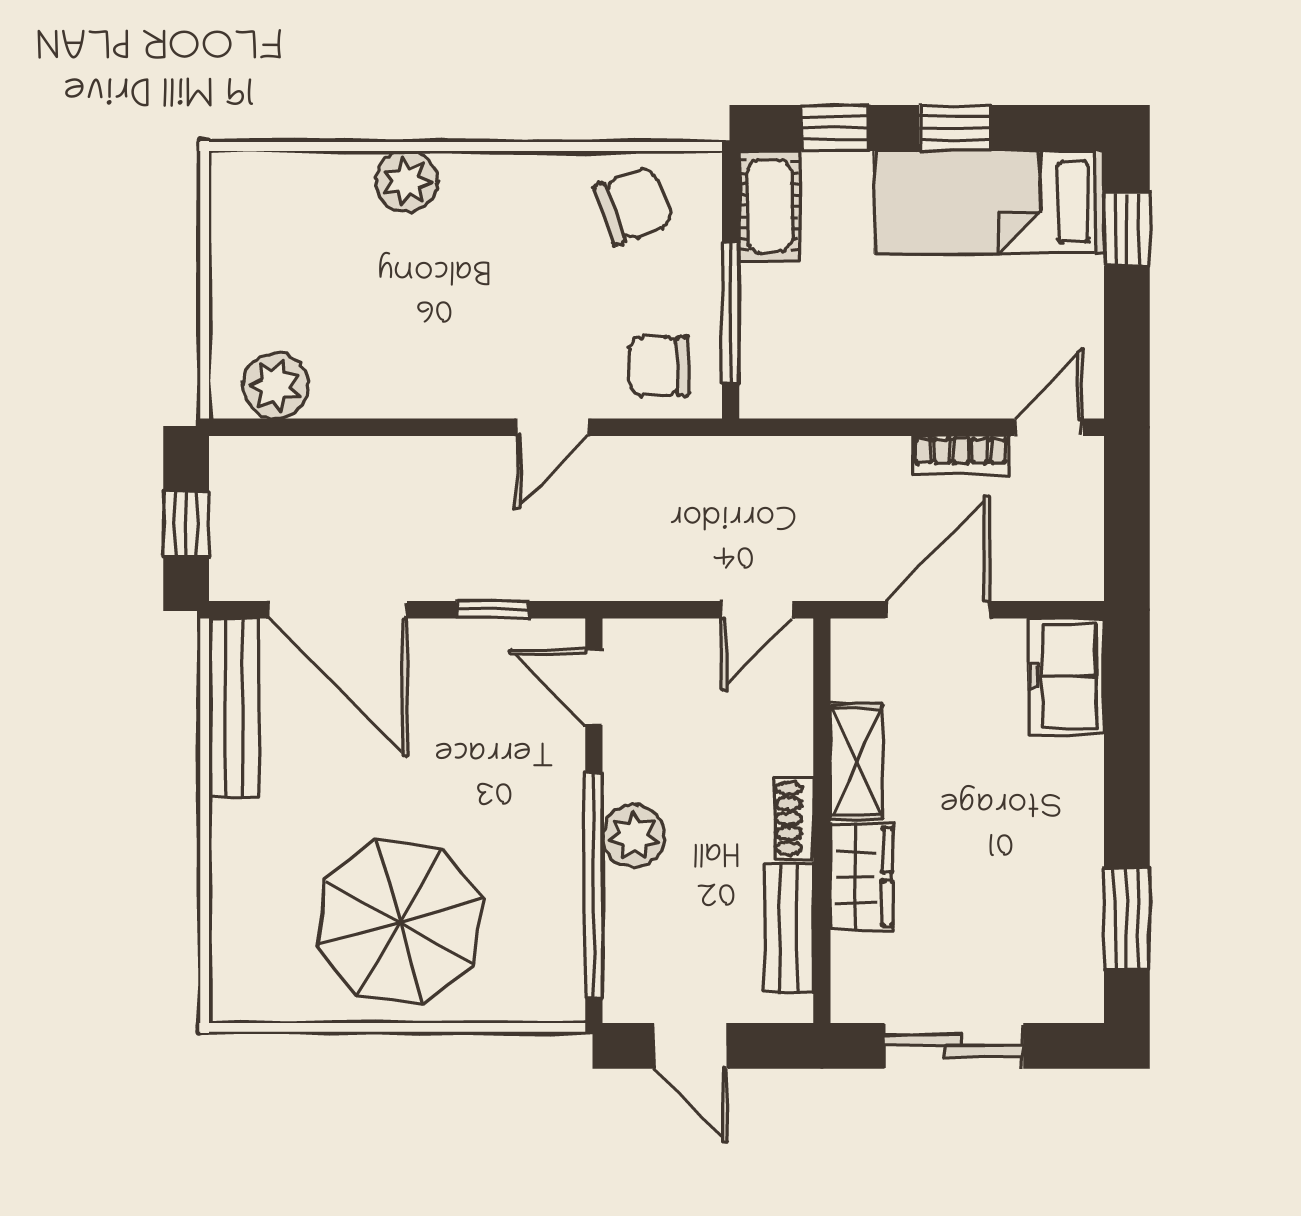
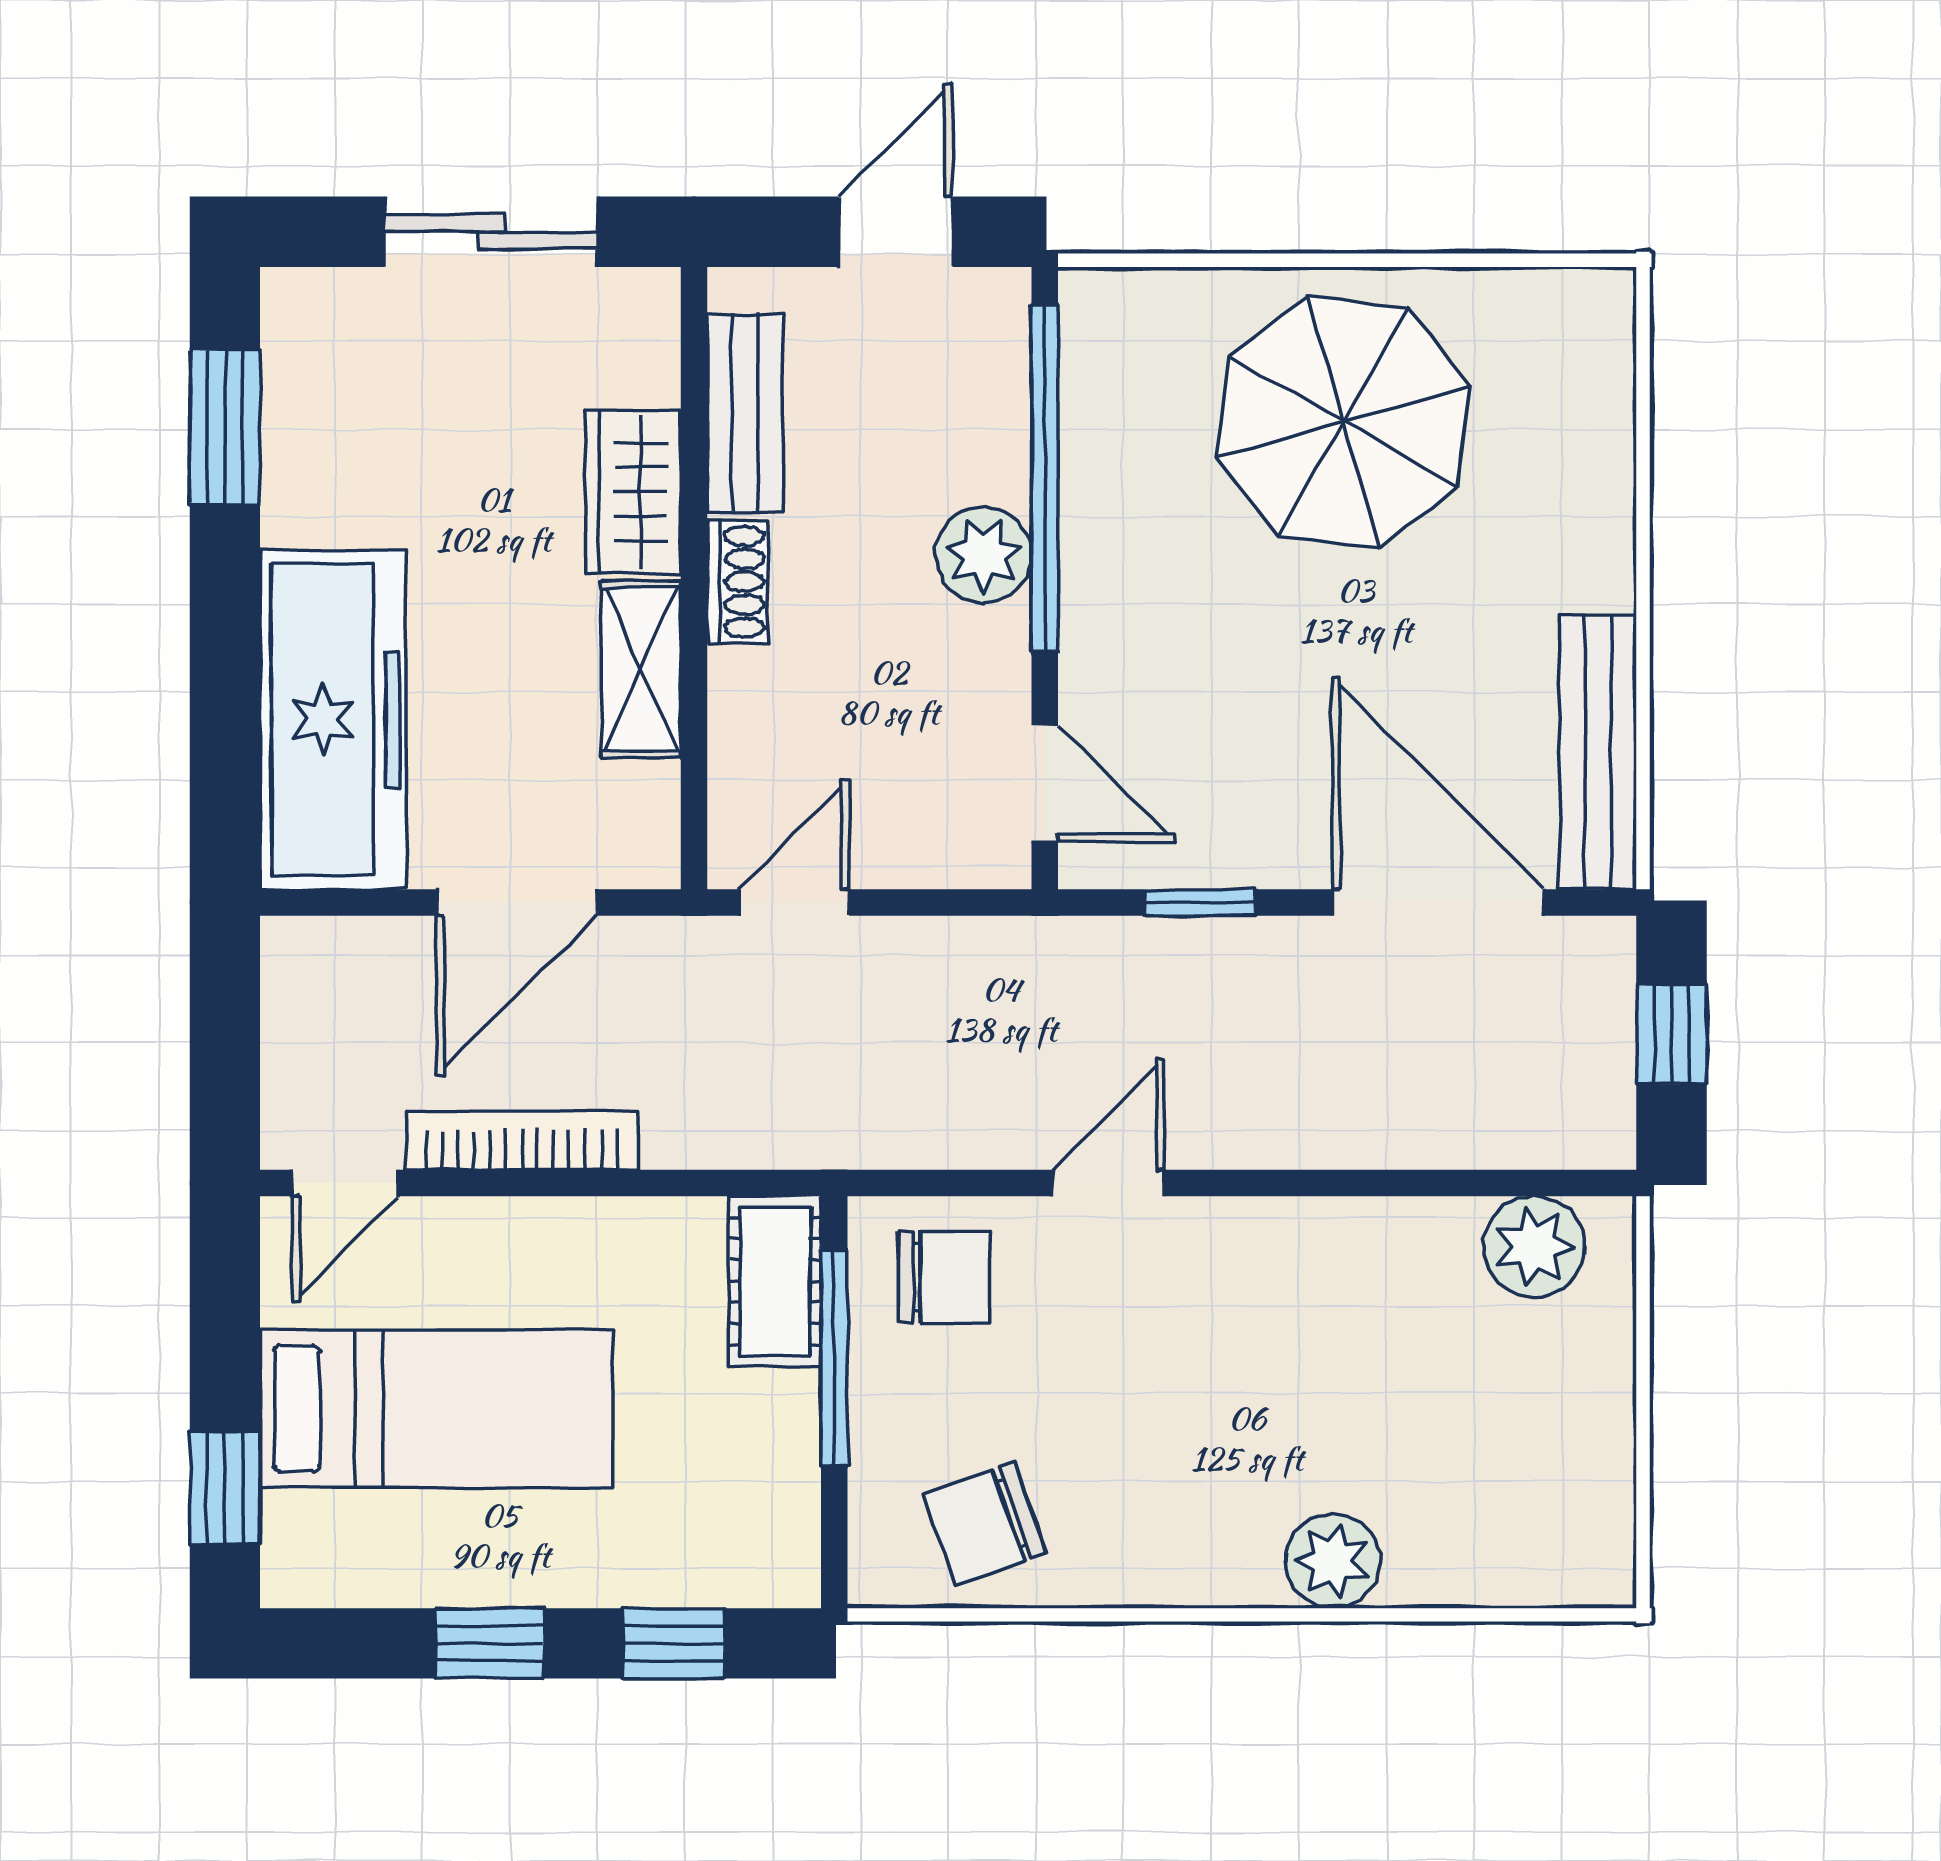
bed: (989, 202) -> (436, 1409), moved
cot: (769, 206) -> (775, 1281), moved
bookcase: (961, 455) -> (522, 1140), width x1.56
freezer: (1067, 676) -> (333, 720), width x1.91, depth x1.26
door: (691, 1046) -> (896, 232), hinge flipped

